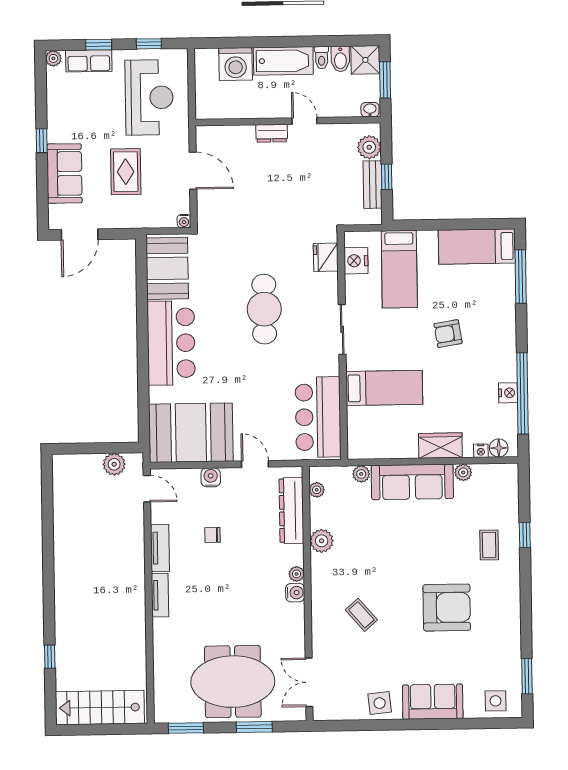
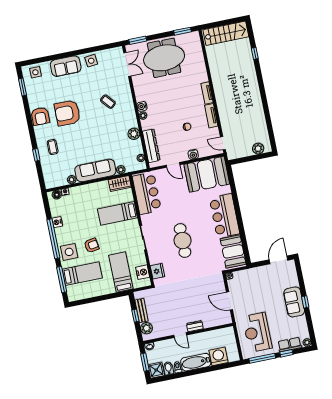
window: (149, 44) -> (262, 358), width x2.17
rug: (126, 172) -> (262, 294), removed
sofa: (64, 173) -> (294, 302), moved
bed: (477, 246) -> (82, 274), moved
side table: (495, 329) -> (69, 252), added
window: (522, 393) -> (53, 239), moved
wardrobe: (440, 446) -> (120, 184), moved
plant: (114, 464) -> (258, 149), moved
armchair: (502, 611) -> (40, 116), added
window: (254, 727) -> (138, 40), moved

